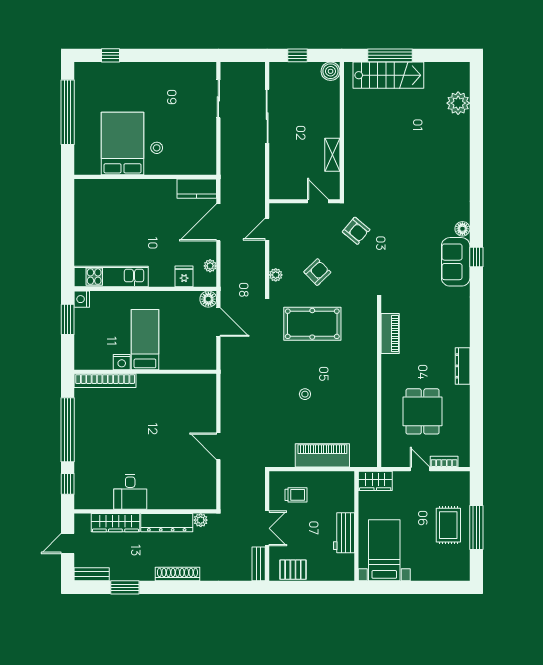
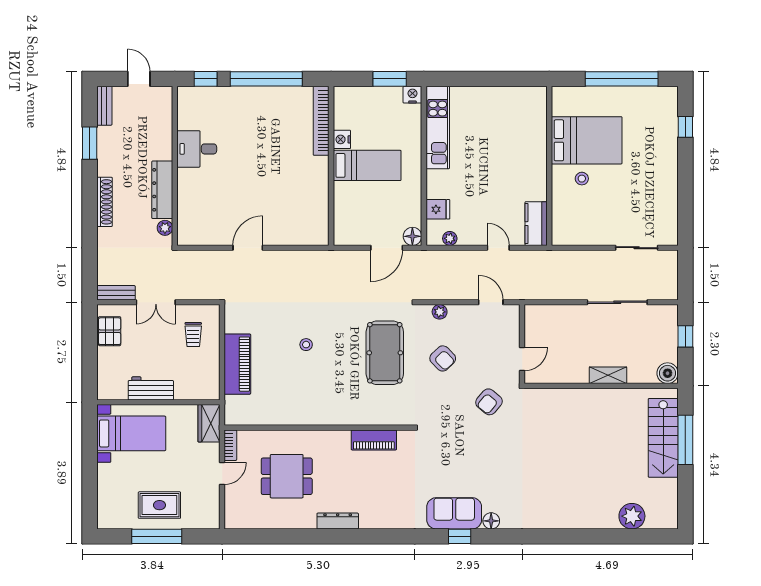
shelving: (332, 155) -> (608, 375), moved
door: (218, 222) -> (498, 248), width x0.53
bookcase: (444, 462) -> (230, 445), moved
wardrobe: (115, 523) -> (162, 132), removed

